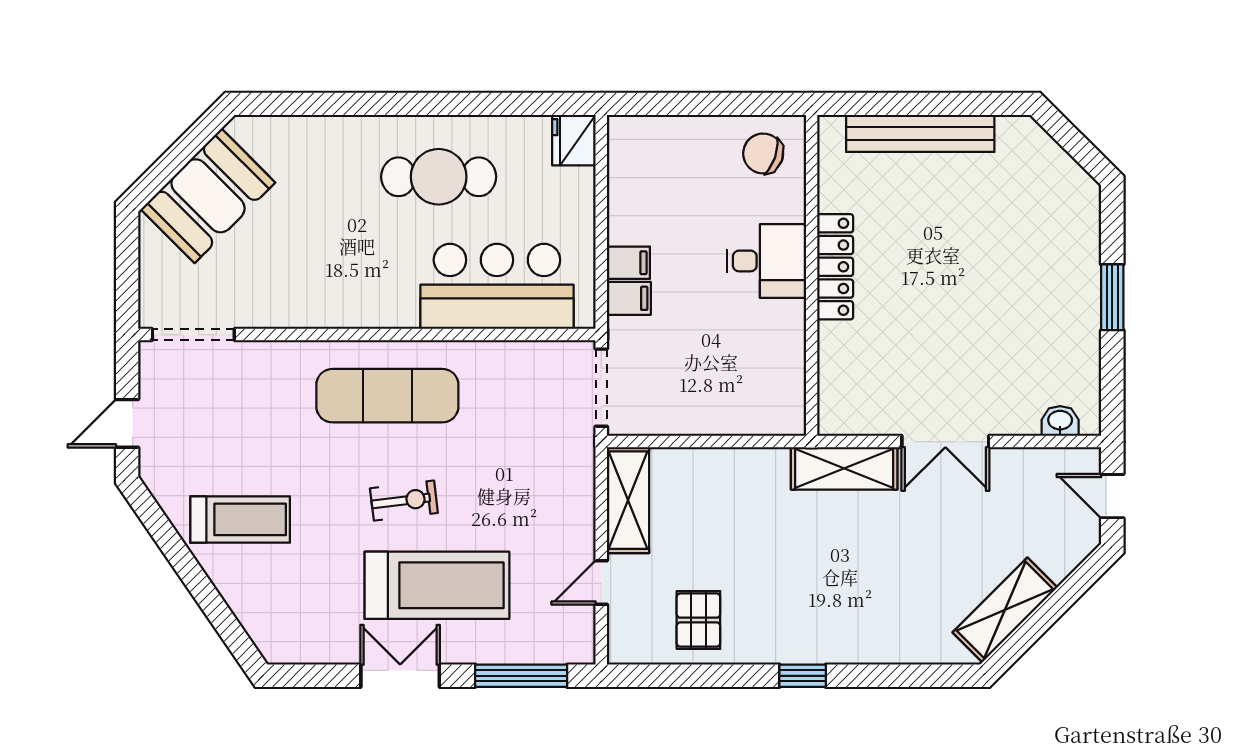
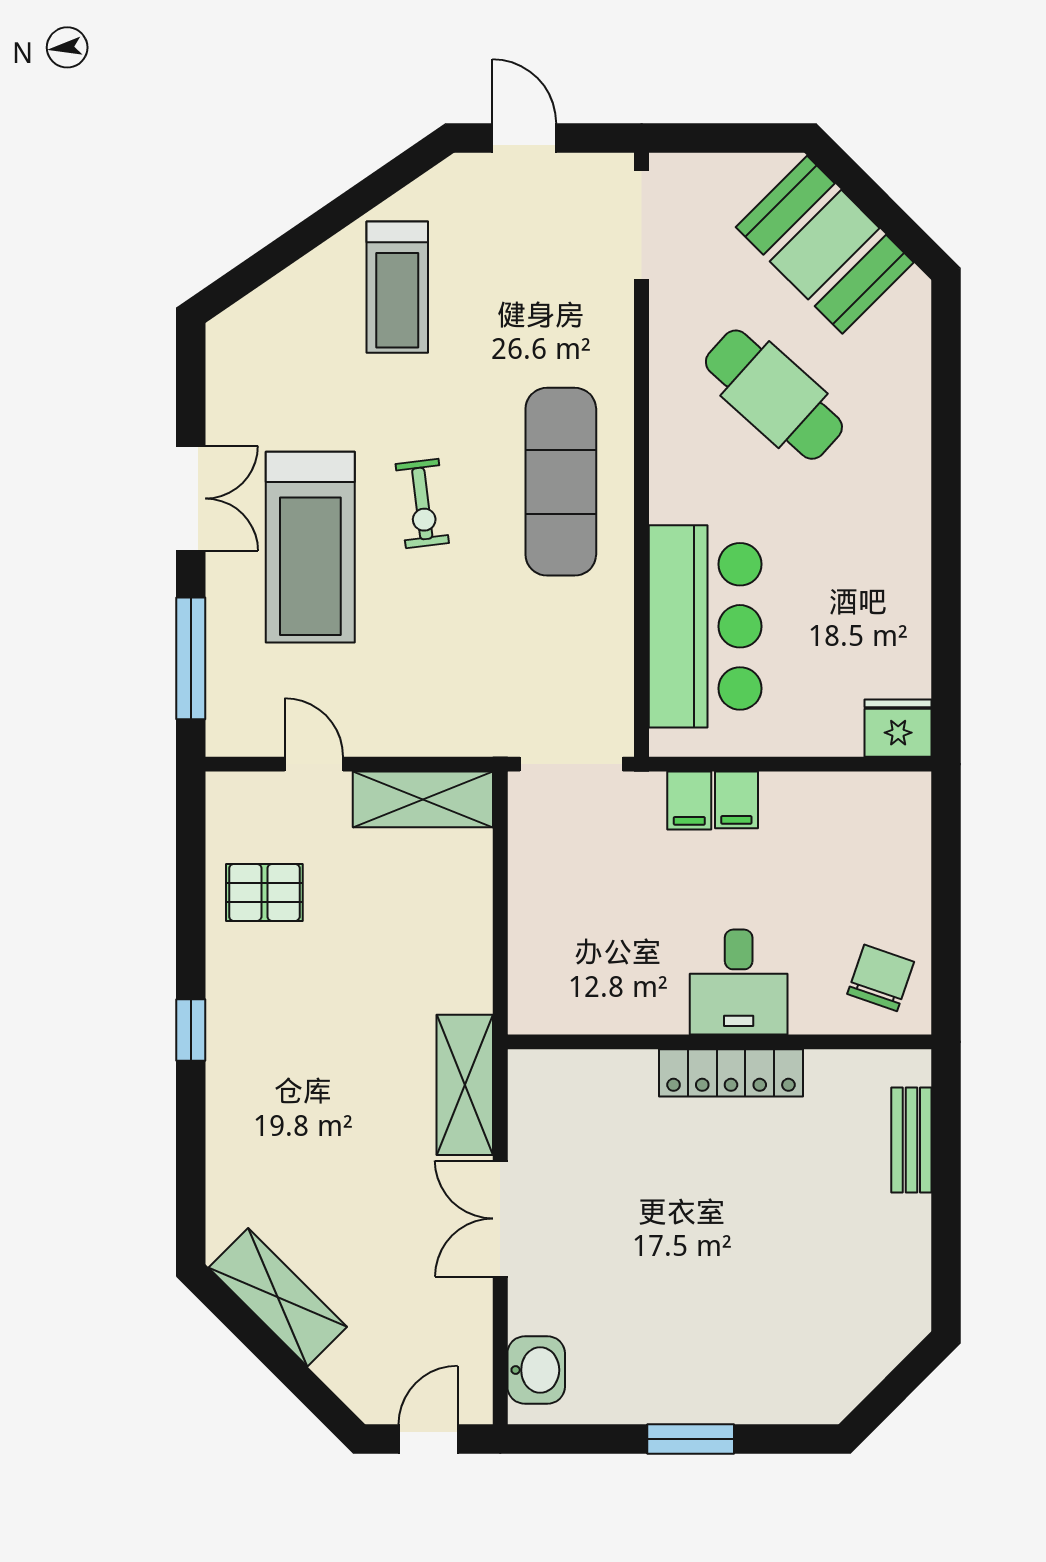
bench: (920, 133) -> (911, 1140), width x0.54, depth x0.82
cafe table: (439, 177) -> (774, 395), moved, turned -48
washbasin: (1060, 421) -> (536, 1370), width x1.38, depth x1.45

